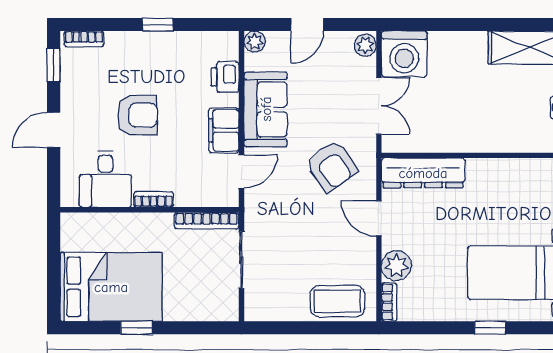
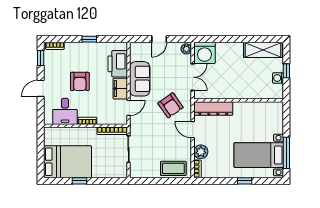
plant: (255, 42) -> (135, 47), removed
printer: (225, 77) -> (118, 64), width x1.87, depth x1.48
armchair: (137, 115) -> (80, 81), turned 90

